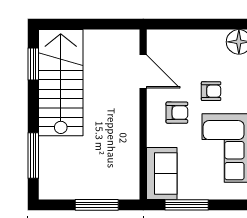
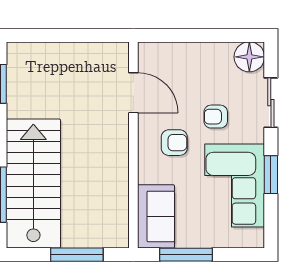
stairs: (61, 83) -> (33, 184), moved
armchair: (211, 91) -> (216, 117), turned 180

